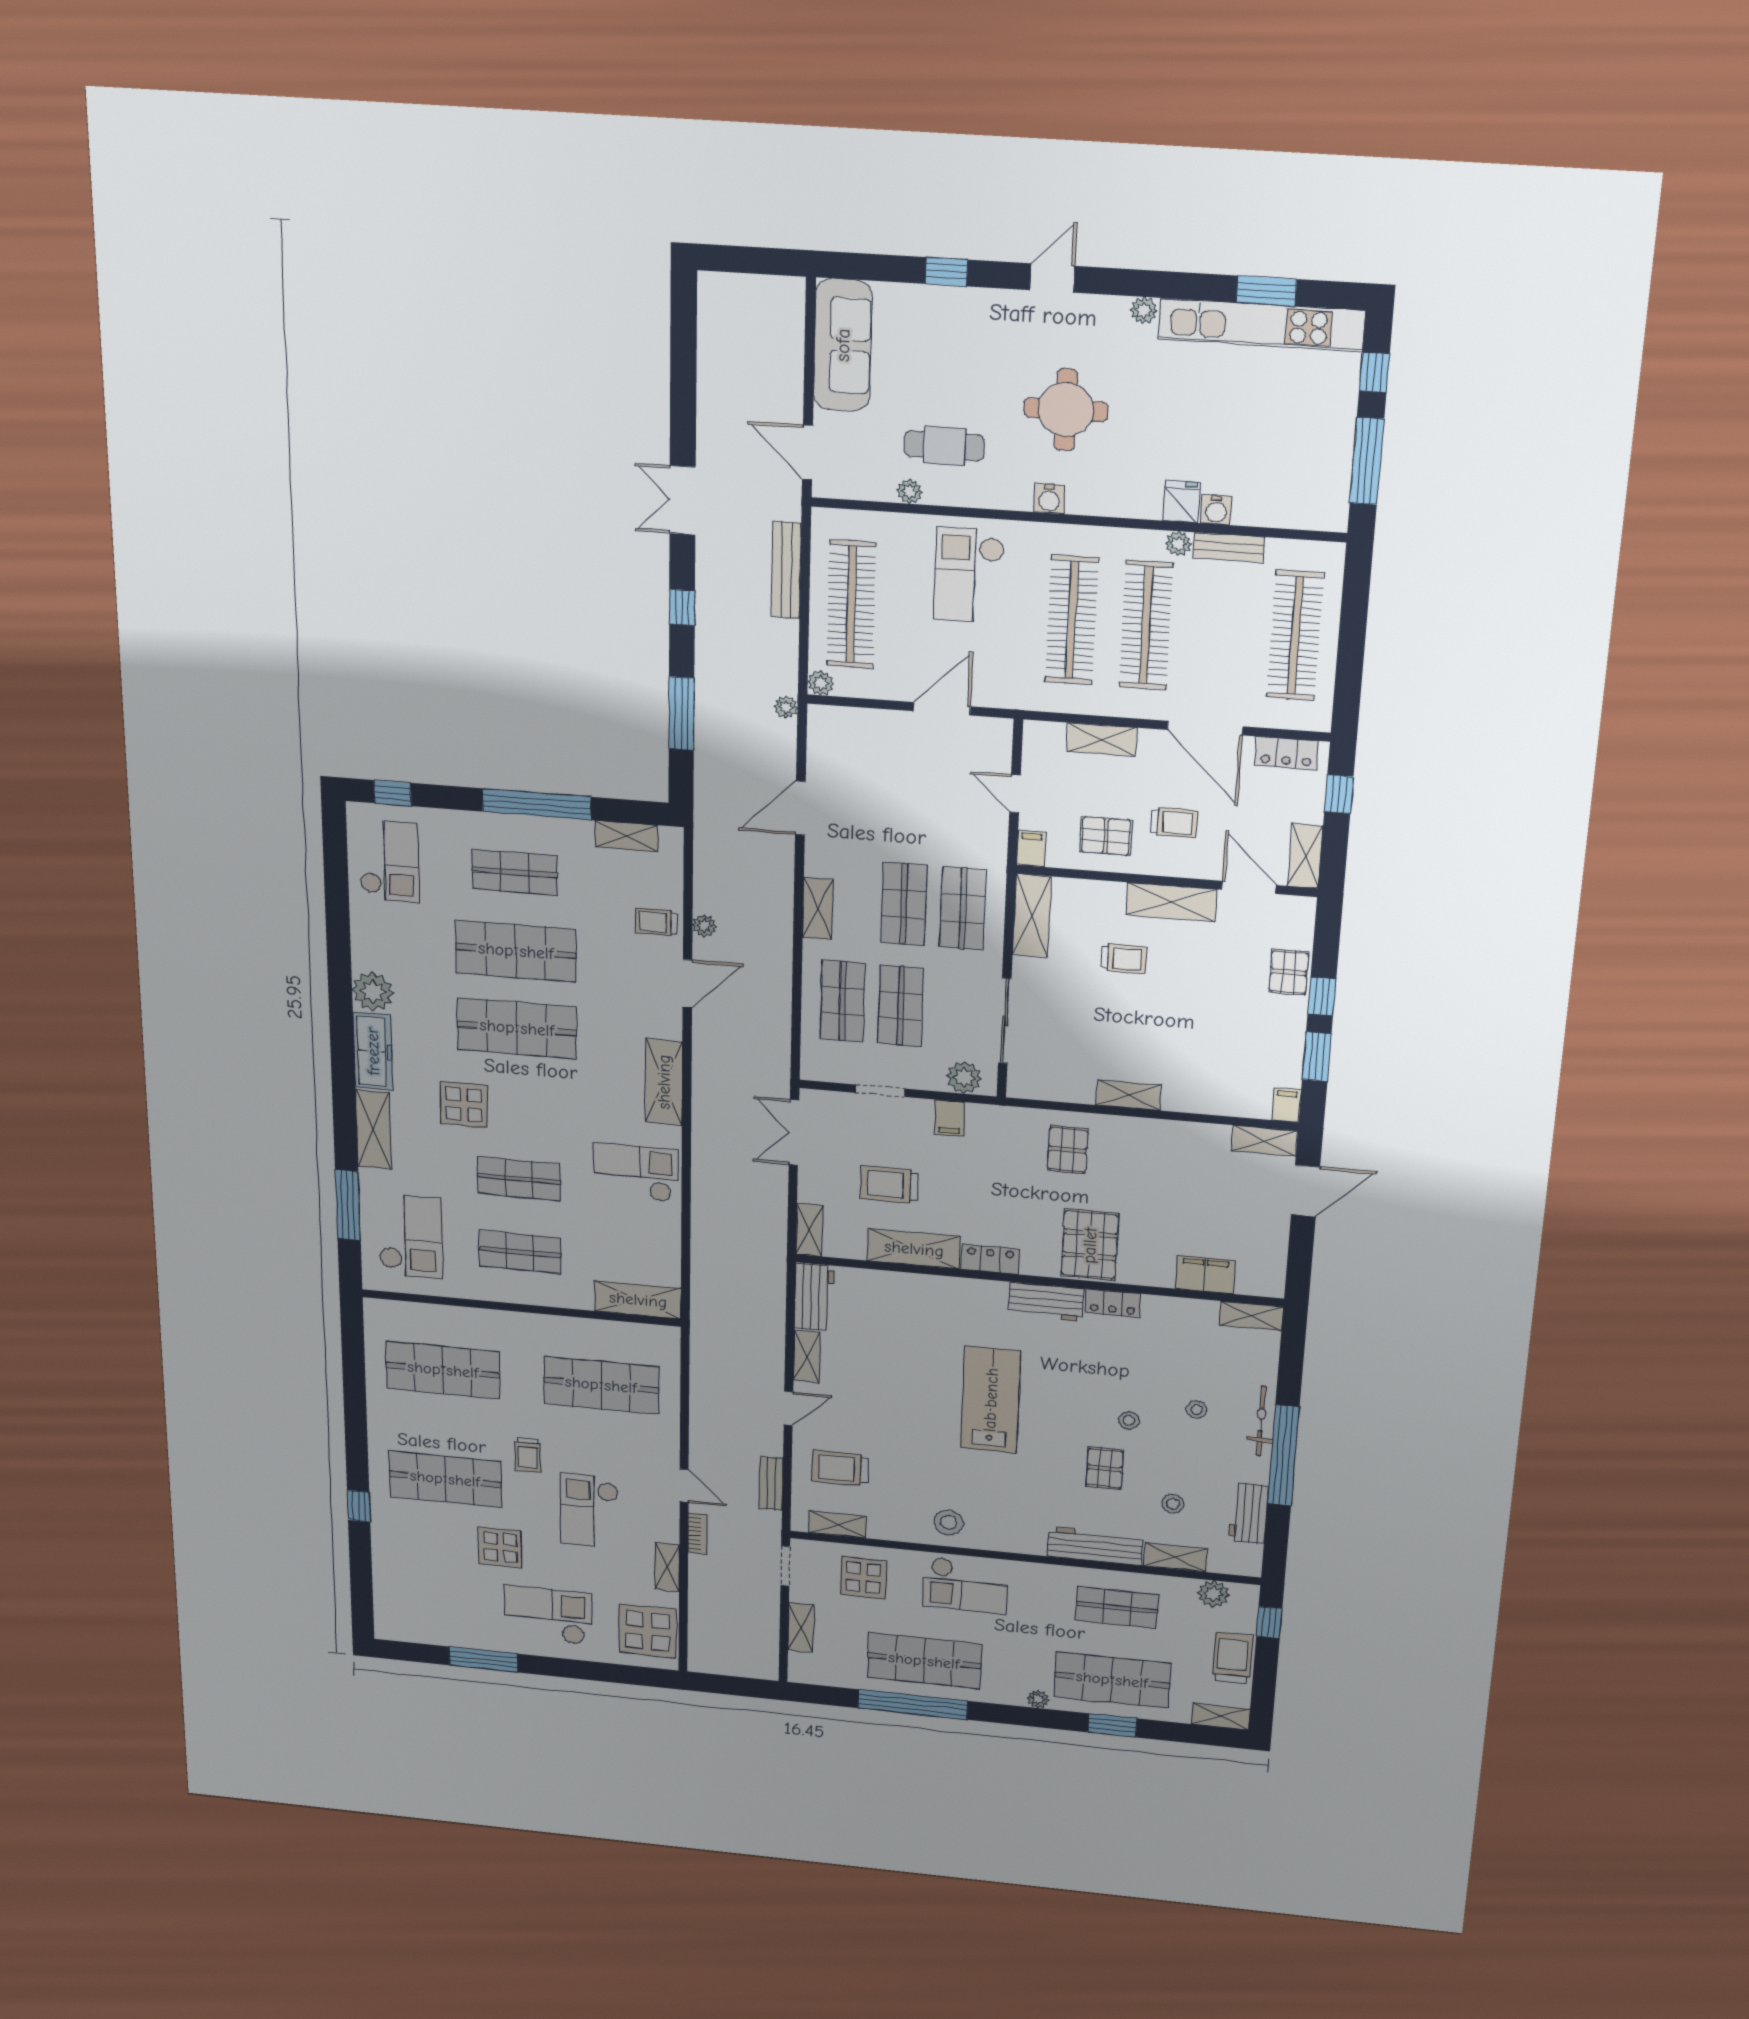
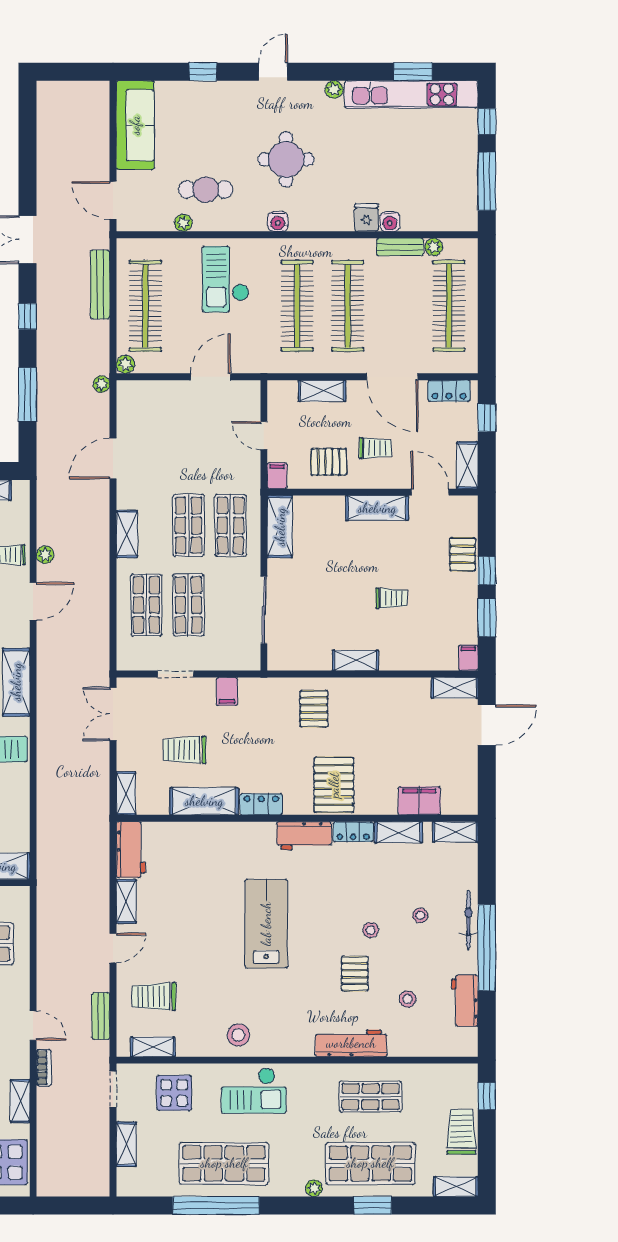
plant: (1178, 544) -> (434, 247), moved
trolley: (1124, 959) -> (392, 598), moved
plant: (964, 1078) -> (236, 658), removed
shelving: (1175, 1557) -> (399, 832), moved
plant: (1213, 1594) -> (443, 1076), removed

